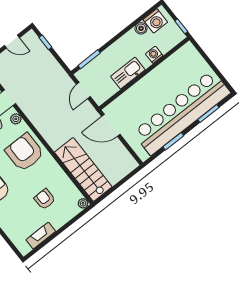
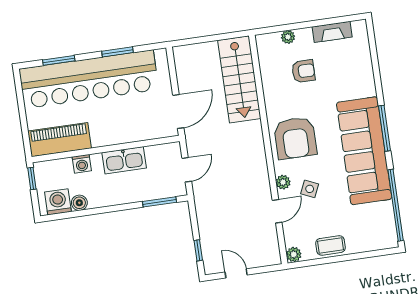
piano: (178, 62) -> (60, 140), added
door: (111, 125) -> (178, 112), hinge flipped
armchair: (45, 199) -> (303, 71), turned -90
plant: (83, 203) -> (288, 37), moved

